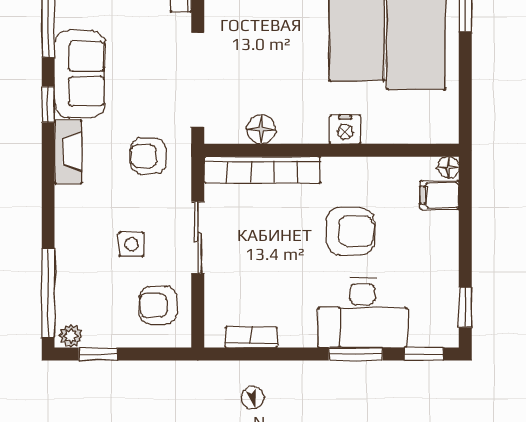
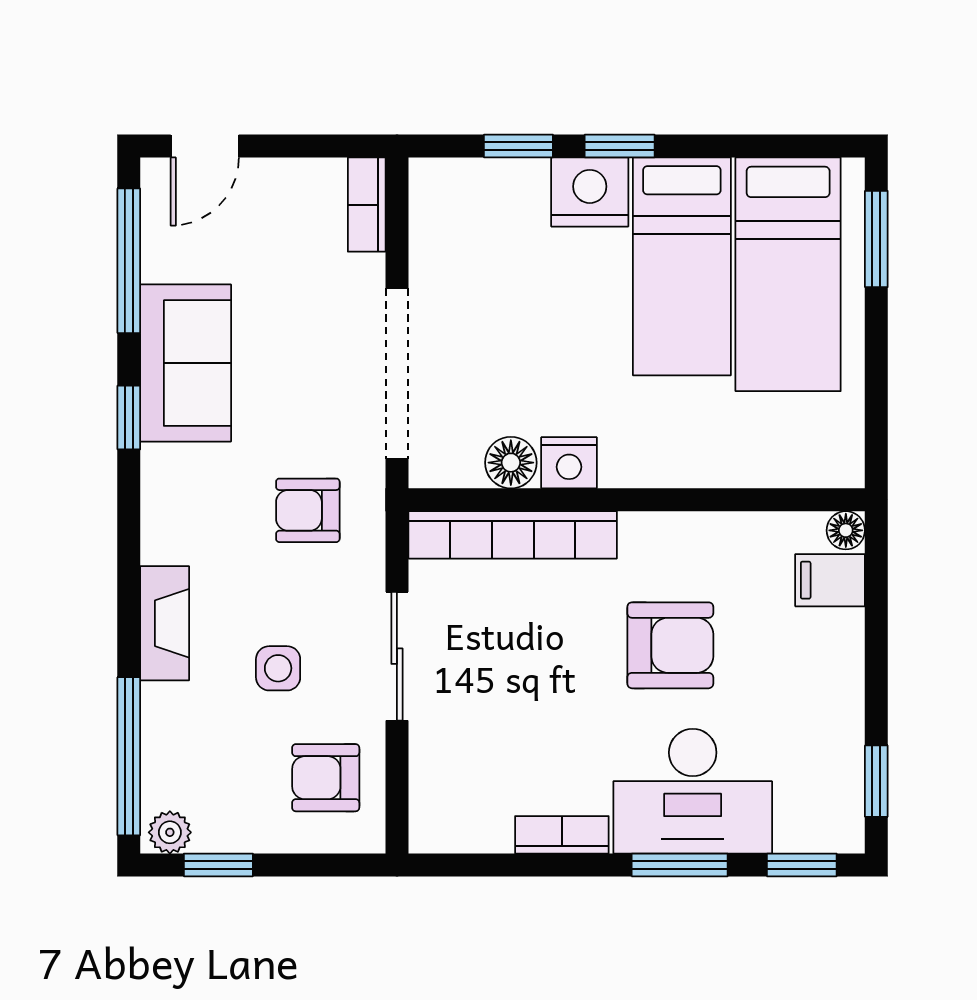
nightstand: (345, 130) -> (569, 463), moved
fireplace: (68, 152) -> (165, 623), moved
bookcase: (251, 337) -> (562, 835), moved

